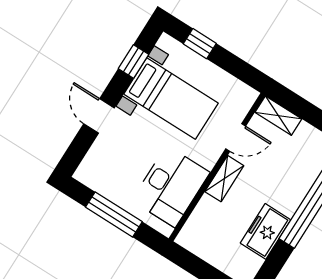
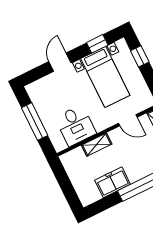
shelving: (224, 179) -> (97, 145), moved
desk: (171, 186) -> (75, 125), width x0.73

